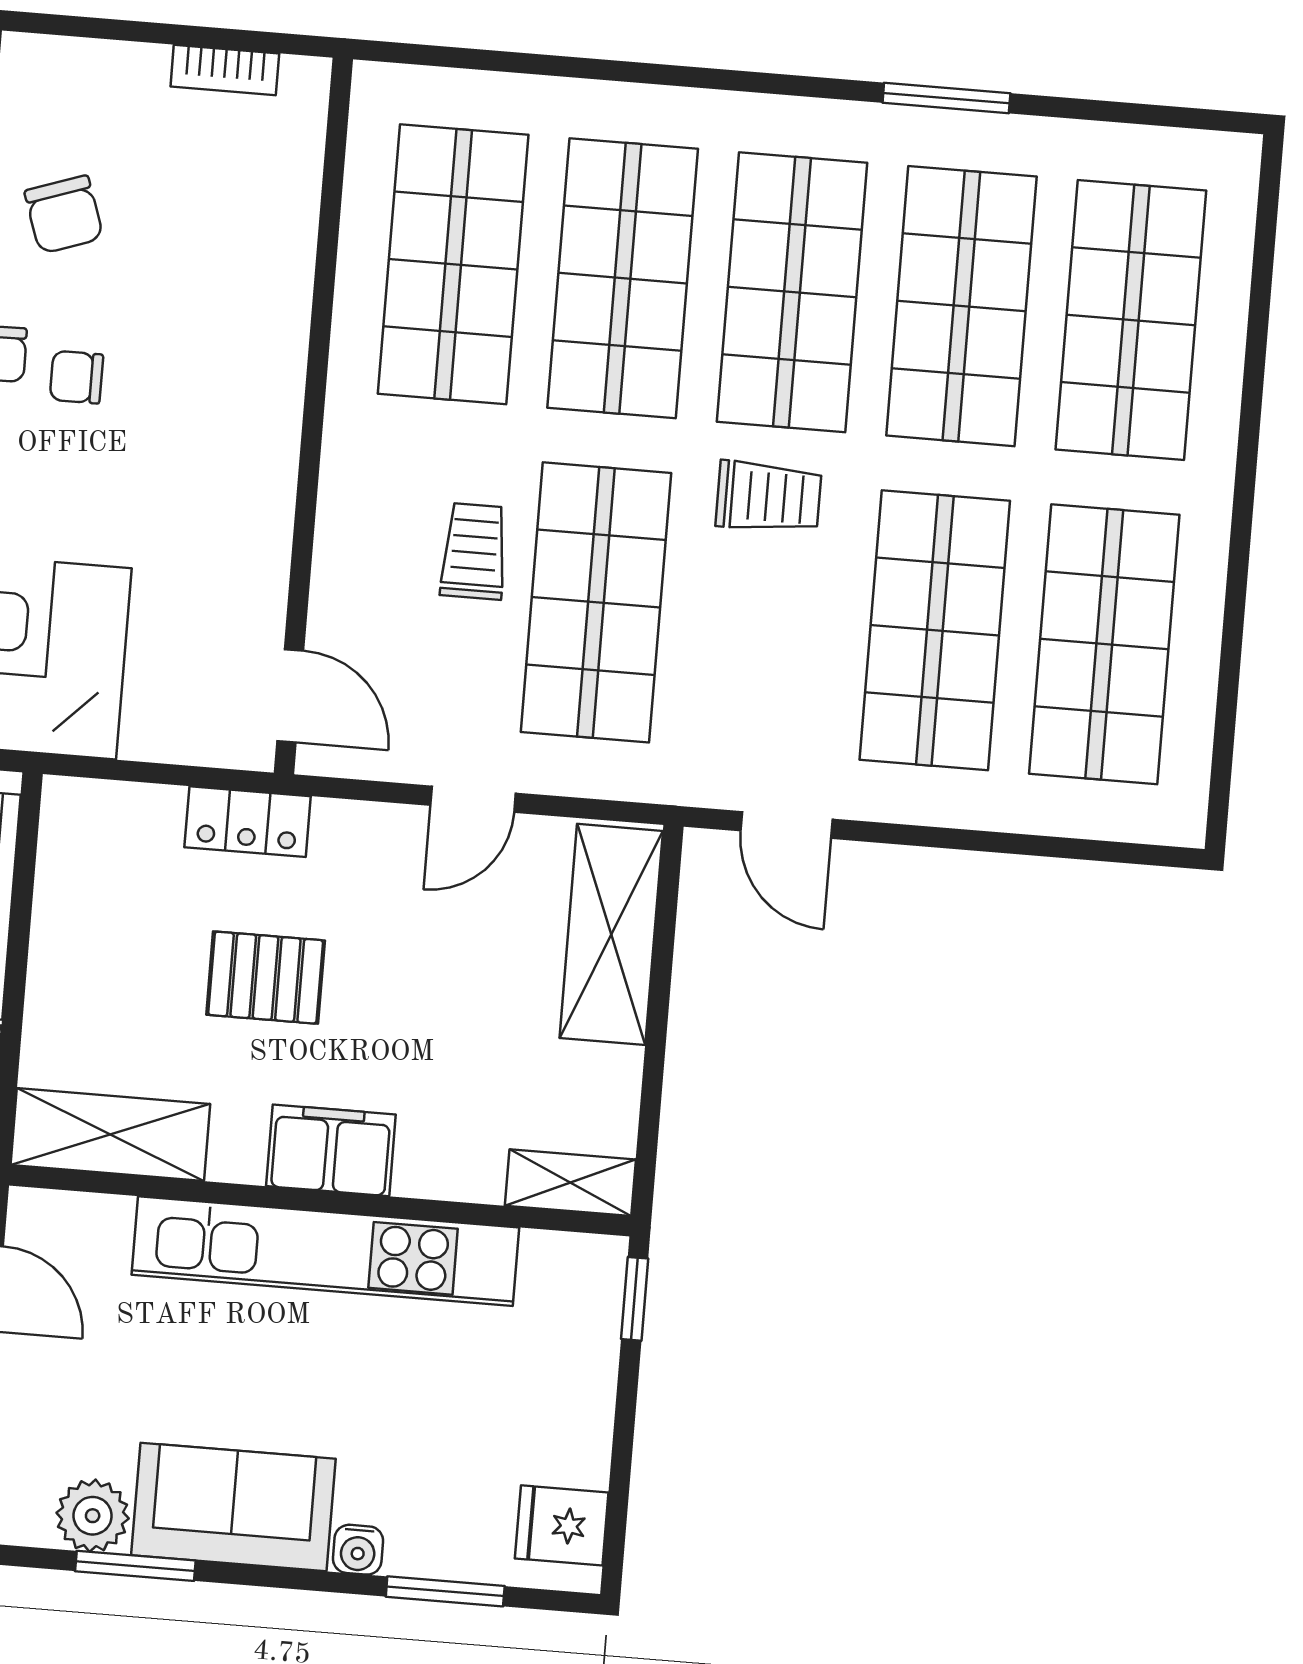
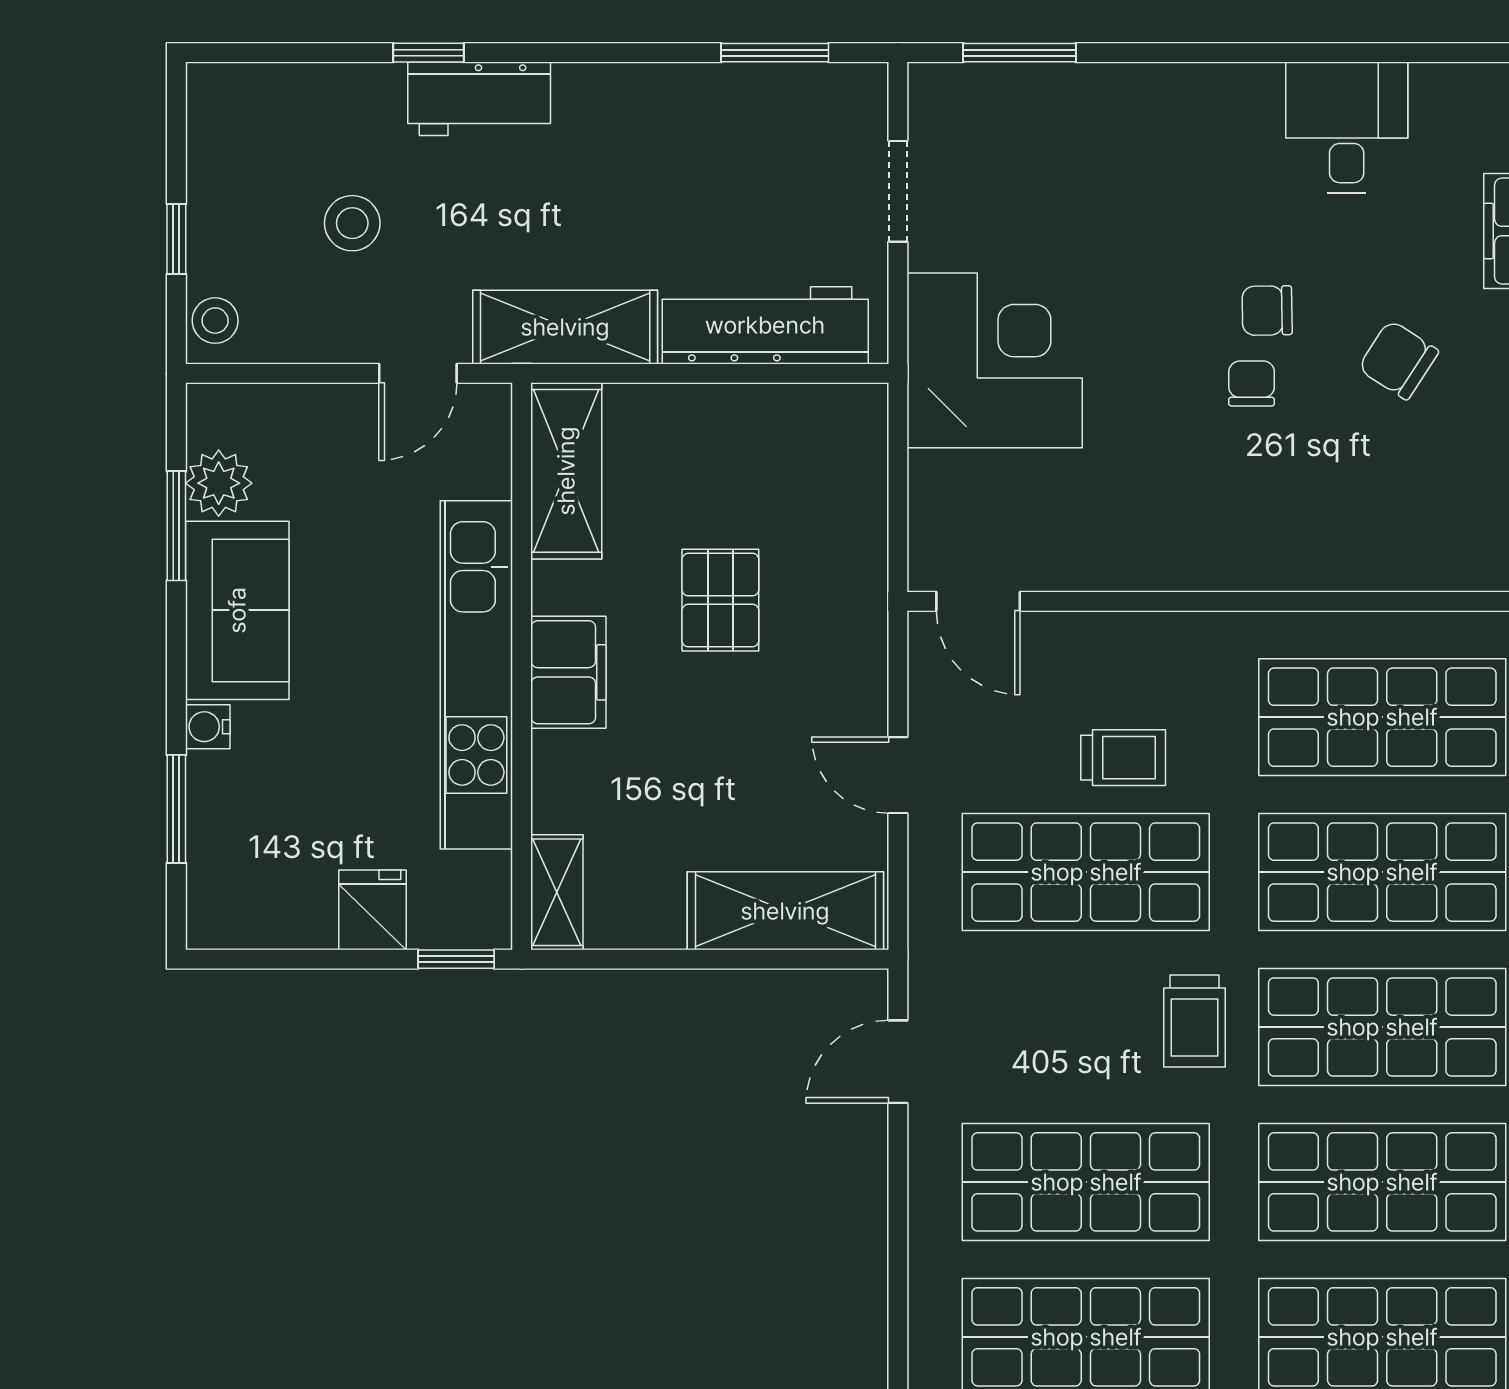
chair: (64, 214) -> (1398, 360), turned 52
door: (290, 696) -> (978, 601), hinge flipped
locker: (248, 822) -> (861, 572), removed
fridge: (562, 1525) -> (373, 910), moved

